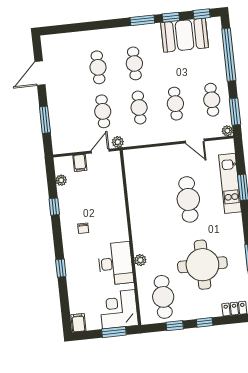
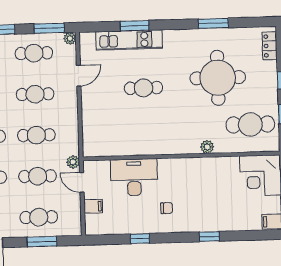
cafe table: (66, 115) -> (39, 217), added
plant: (61, 180) -> (111, 229), removed
cafe table: (188, 199) -> (143, 88), width x0.73, depth x0.74
desk: (116, 263) -> (134, 177), moved

